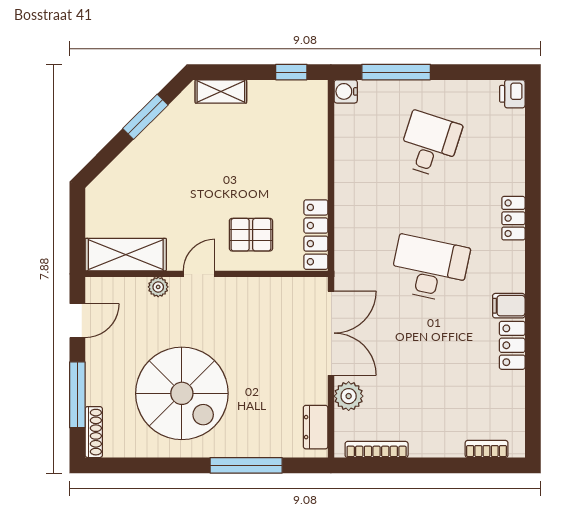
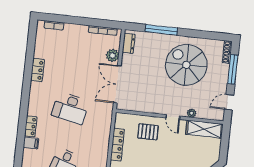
locker: (316, 235) -> (117, 145), moved
door: (199, 274) -> (173, 117), hinge flipped
filing cabinet: (509, 306) -> (31, 143), moved

